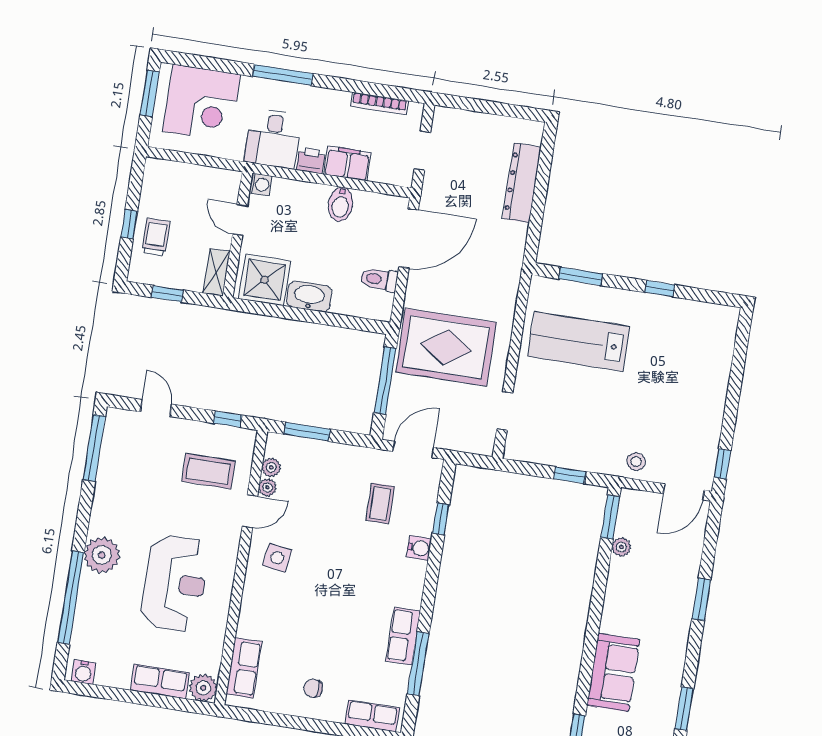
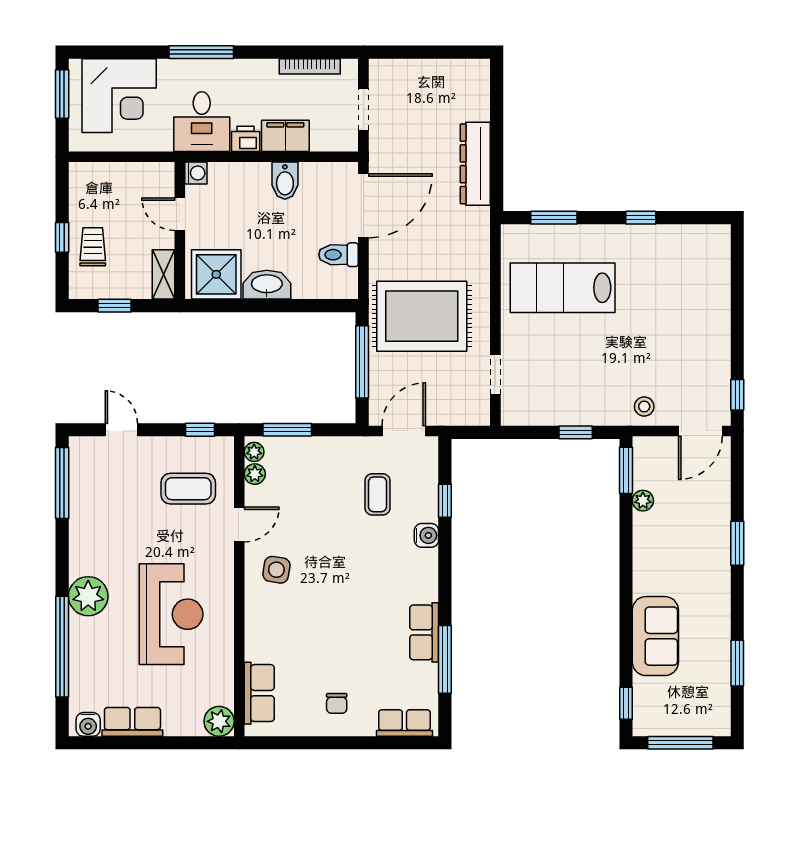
dresser: (522, 183) -> (475, 164), moved
plant: (267, 487) -> (254, 452), moved
row of seats: (160, 682) -> (132, 722), moved
chair: (313, 688) -> (337, 703), turned -91

